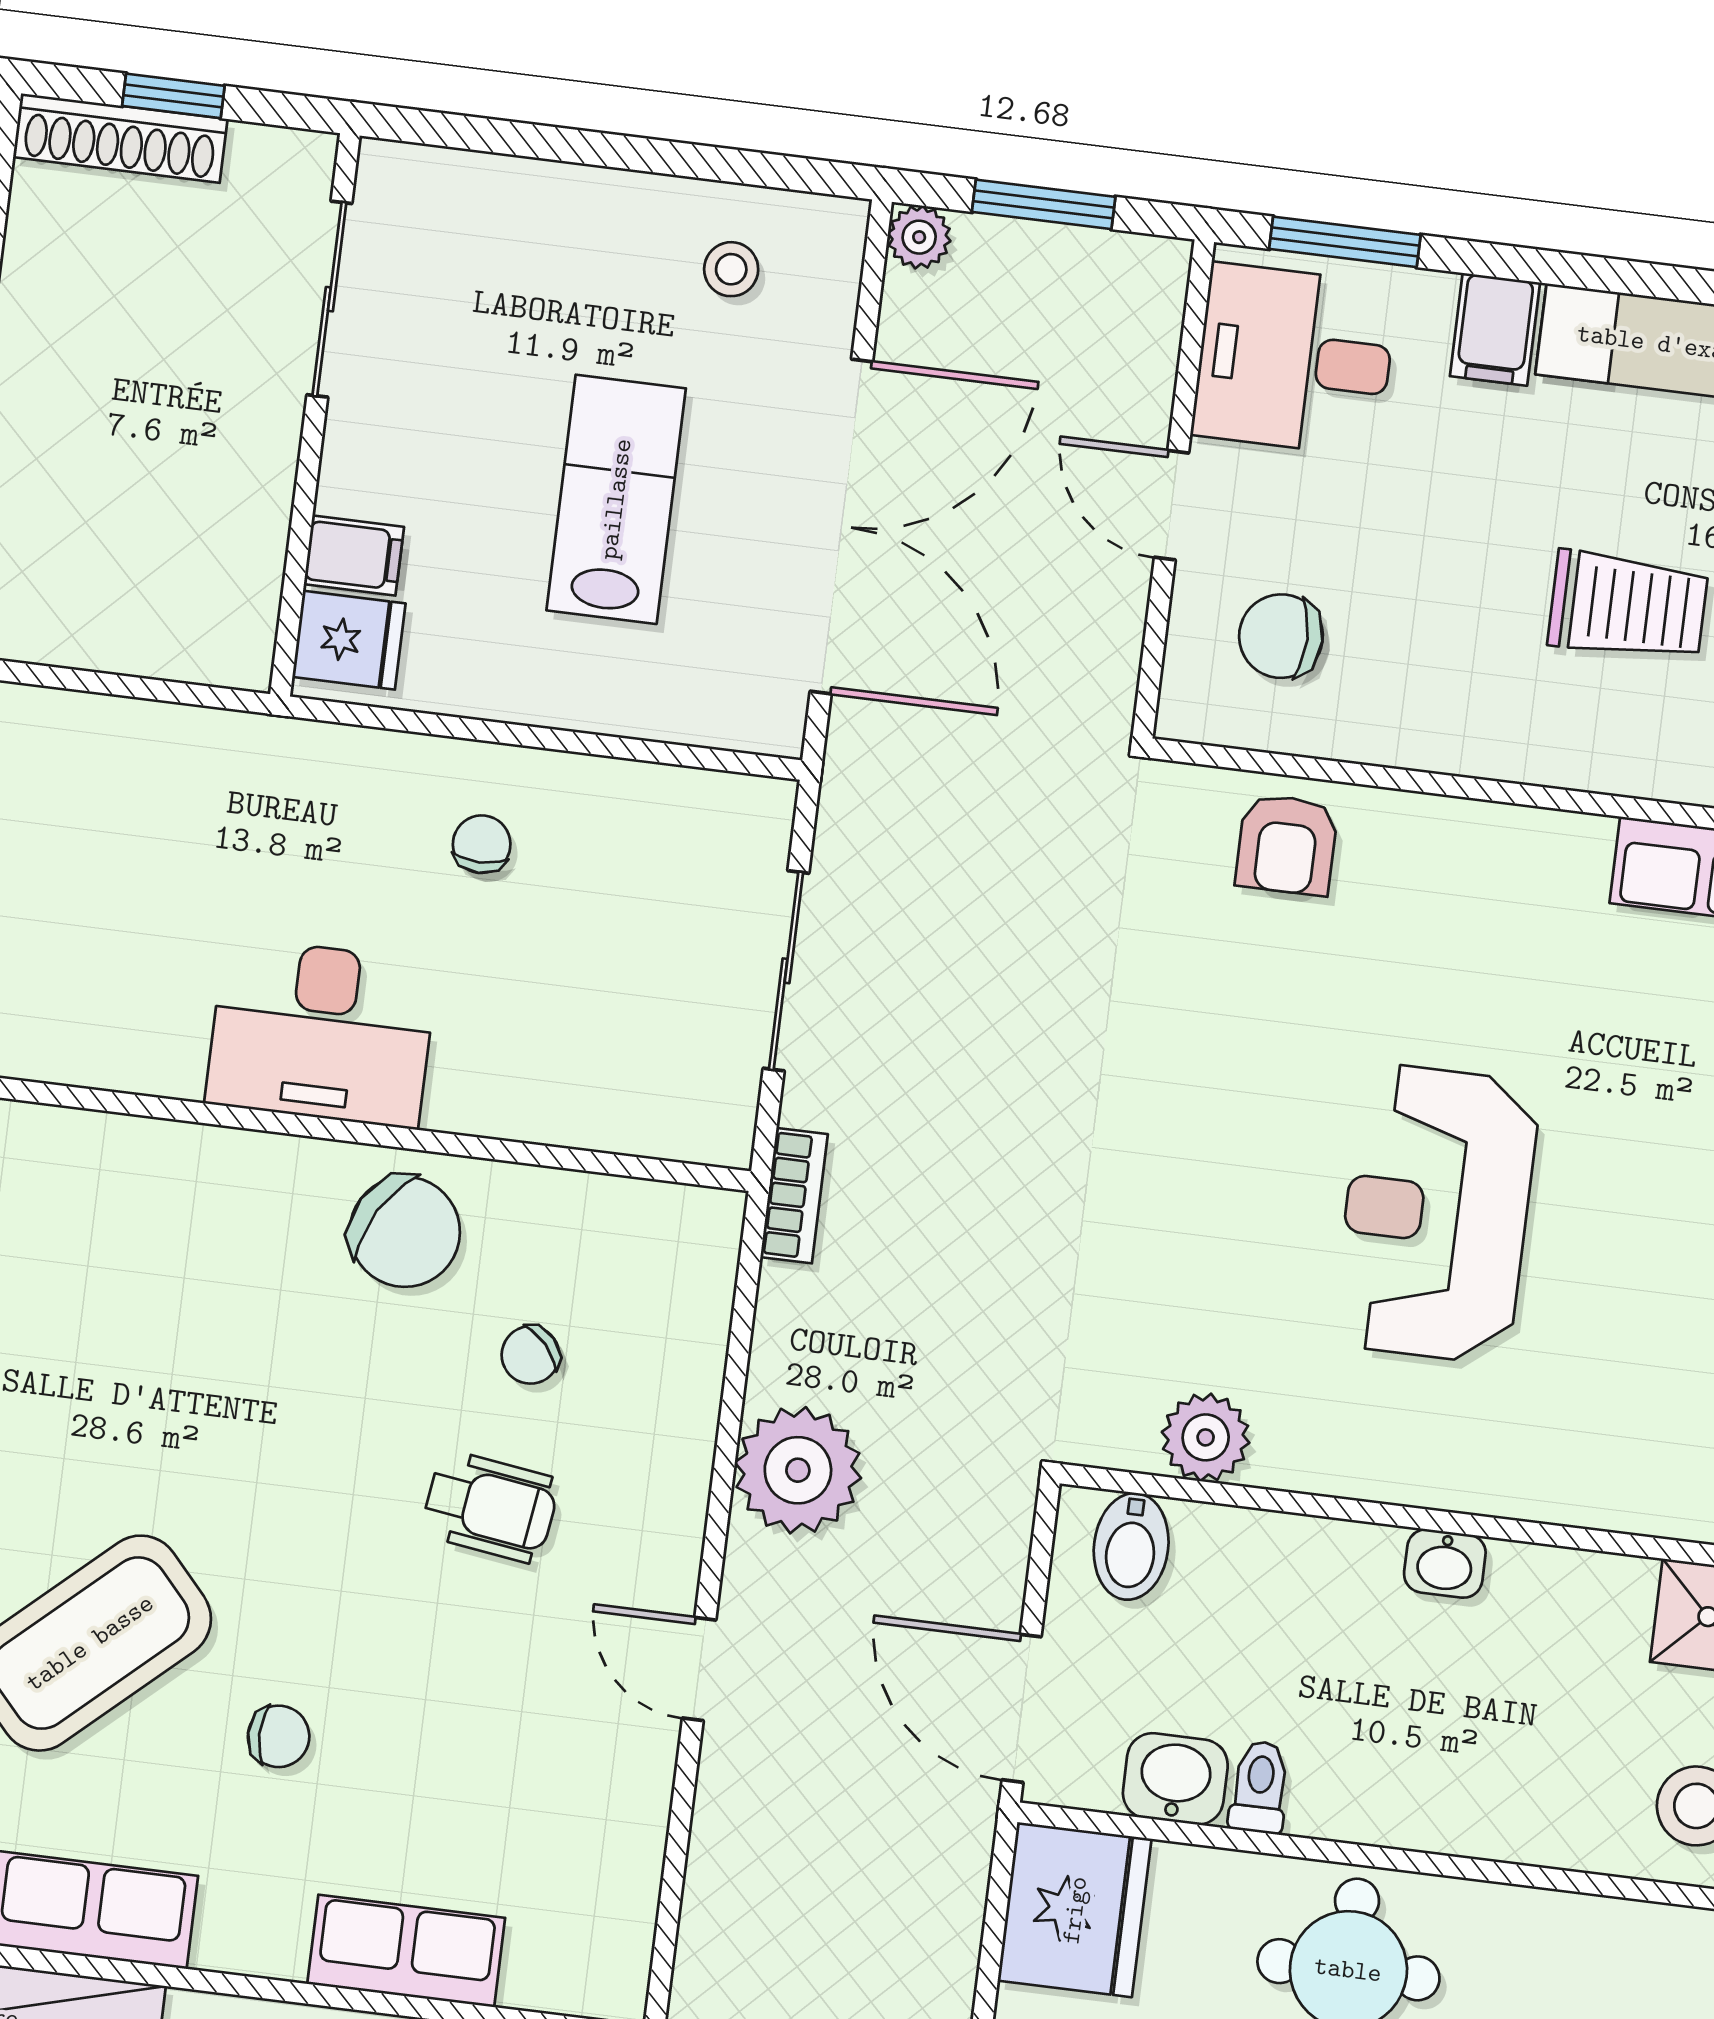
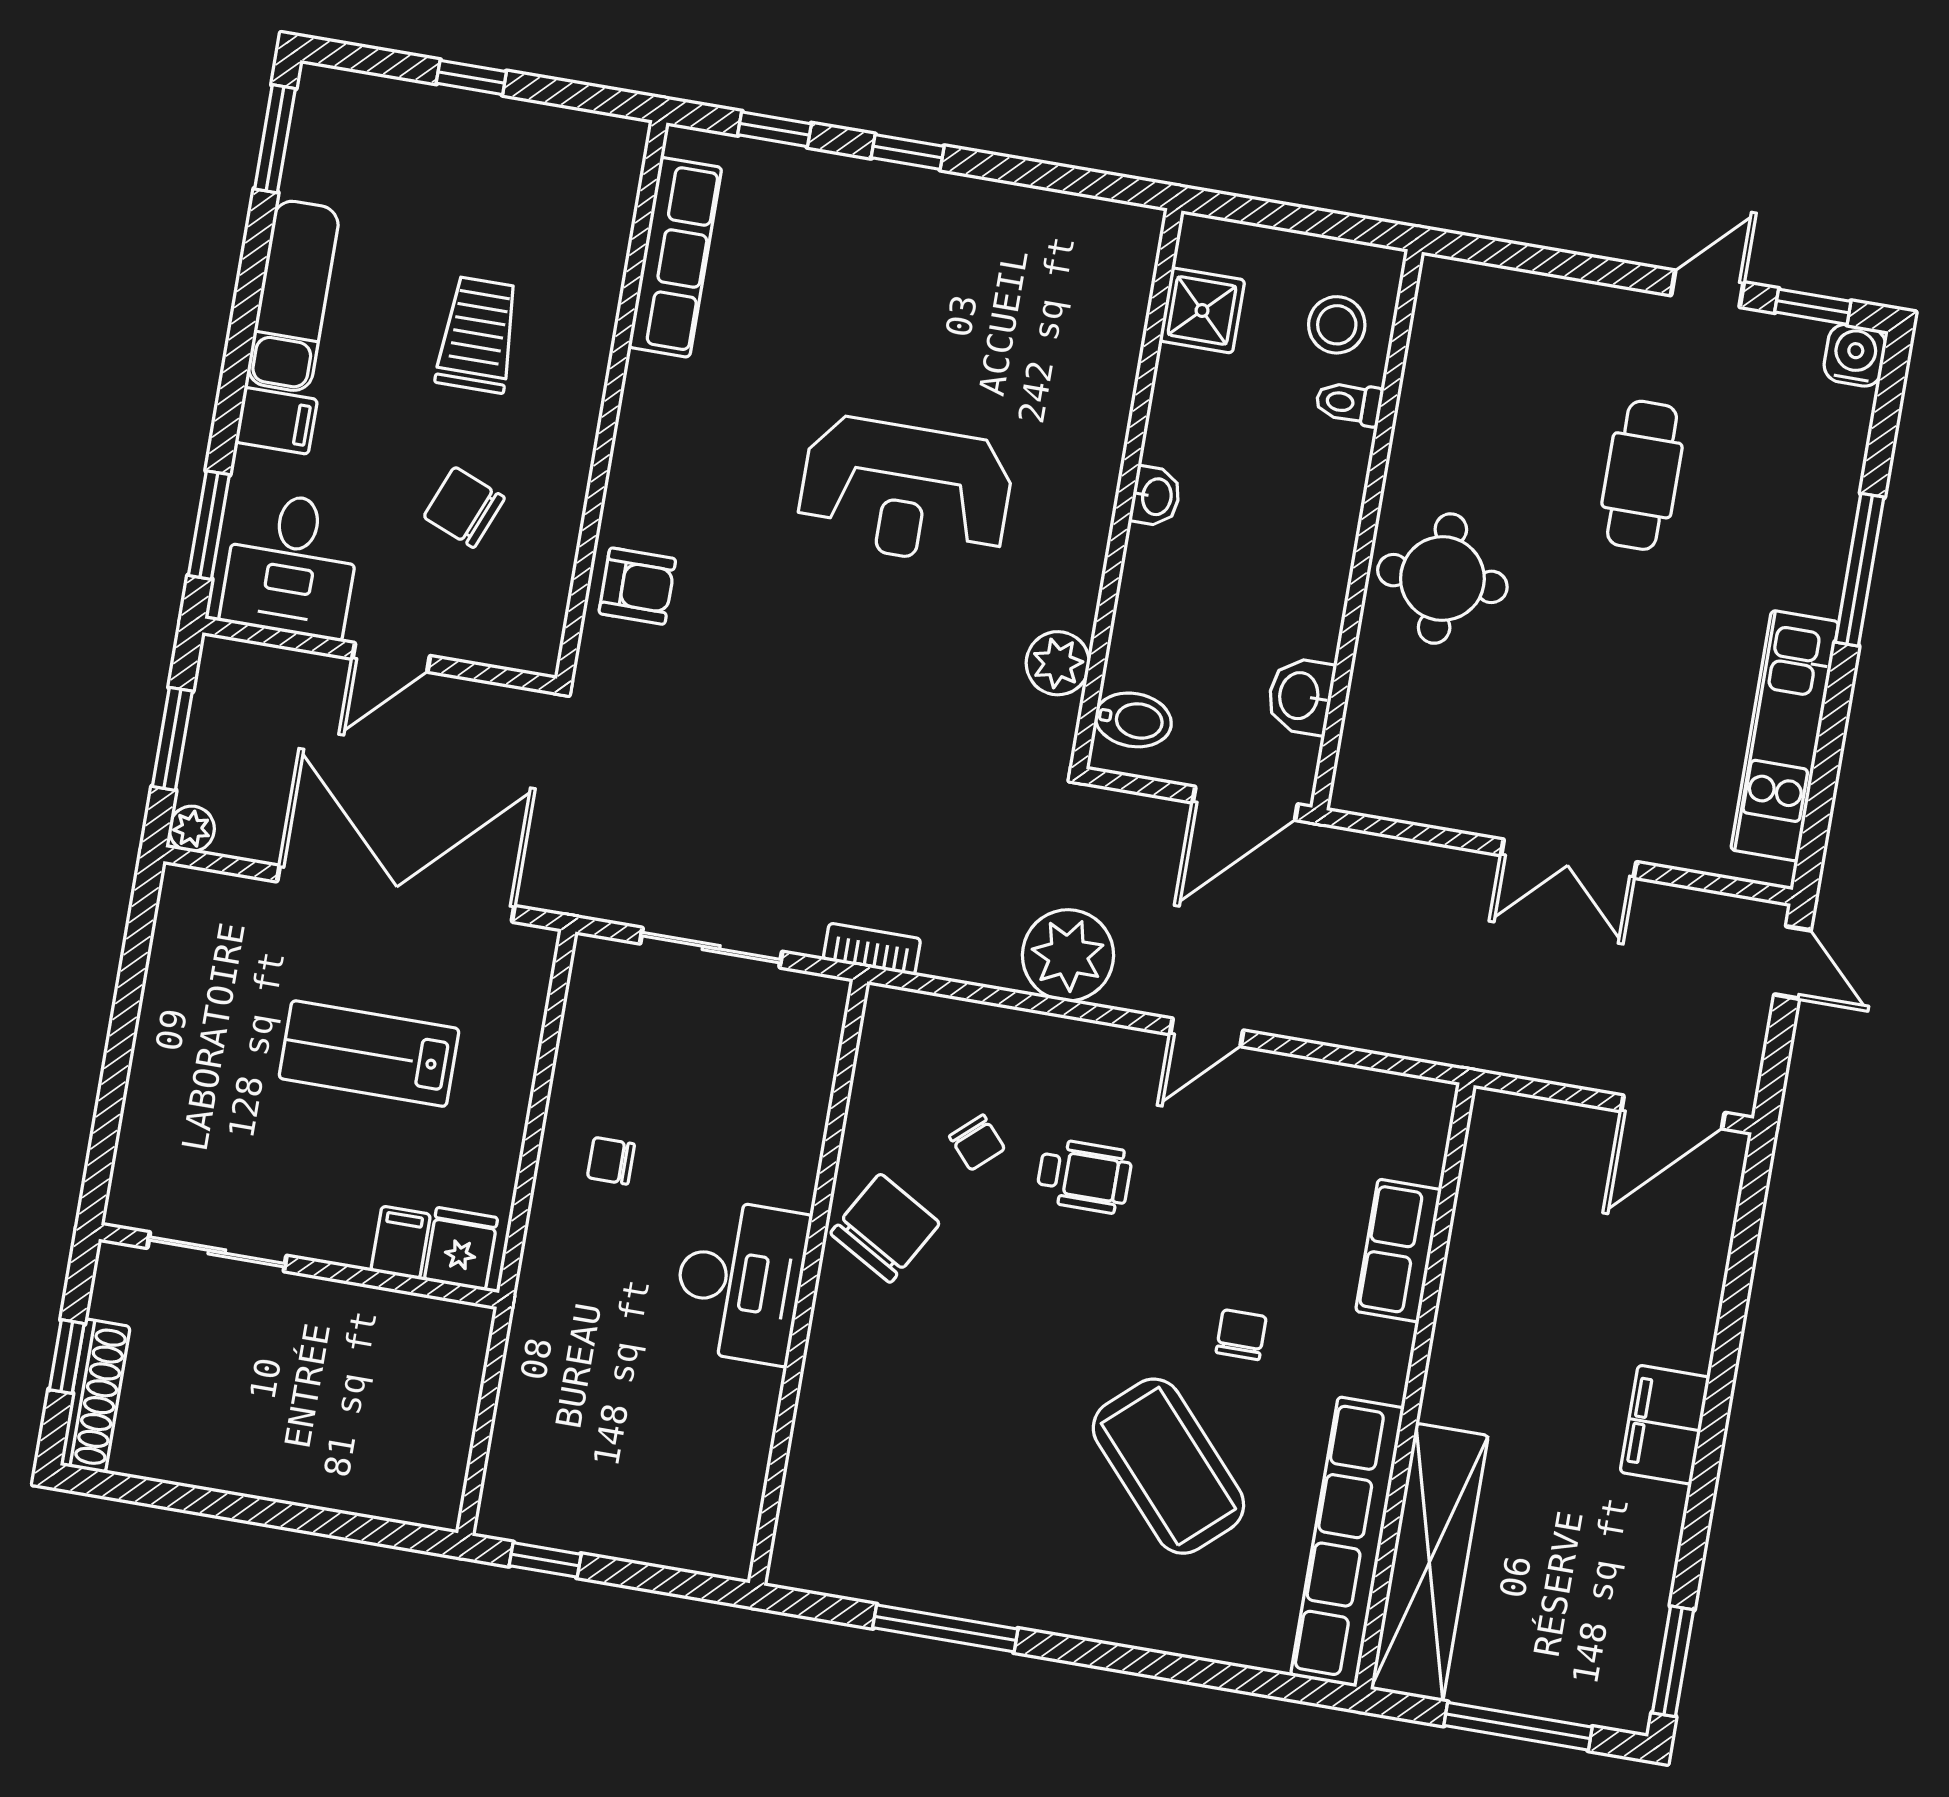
stool: (731, 269) -> (209, 964), removed
chair: (1281, 636) -> (464, 507), moved, turned 112
wheelchair: (490, 1507) -> (1084, 1176), turned 82
toilet: (1260, 1787) -> (1349, 403), moved
fridge: (1075, 1910) -> (1391, 772), removed

